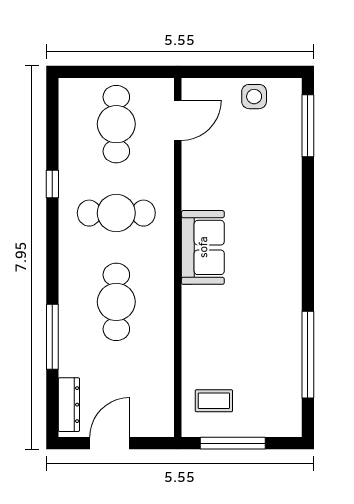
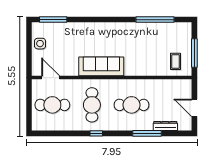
window: (52, 184) -> (96, 133), moved
sofa: (203, 247) -> (101, 66), width x1.36
dresser: (69, 405) -> (165, 126), moved

